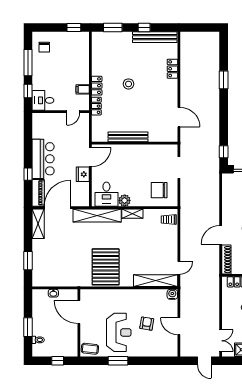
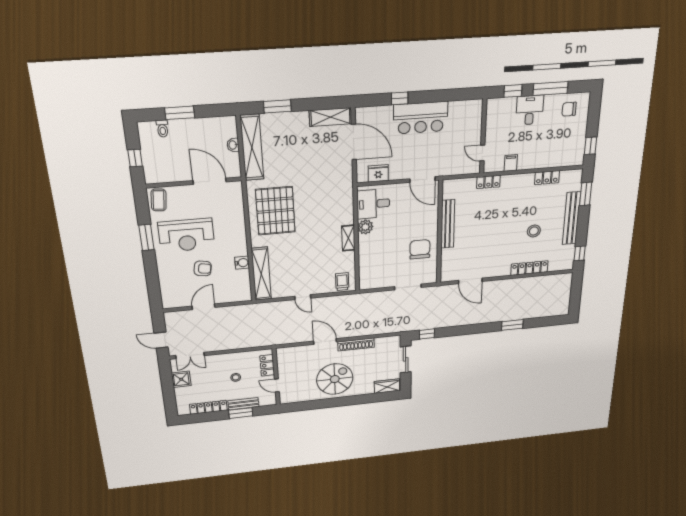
window: (144, 27) -> (580, 253), moved
bench: (155, 37) -> (572, 218), moved
locker: (173, 69) -> (529, 268), width x1.53
stool: (129, 84) -> (534, 231), moved
locker: (97, 86) -> (547, 178), moved
desk: (43, 100) -> (530, 110), moved
door: (179, 117) -> (470, 281), hinge flipped
fridge: (83, 174) -> (378, 173), moved
chair: (159, 190) -> (420, 249), moved
piano: (38, 193) -> (374, 114), removed
shelving: (97, 215) -> (252, 147), moved
shoe rack: (226, 260) -> (356, 344), moved
pallet: (106, 267) -> (275, 211), turned 90
door: (179, 268) -> (303, 297), moved
water cooler: (172, 294) -> (242, 263), moved
door: (79, 312) -> (210, 181), hinge flipped
door: (204, 361) -> (161, 340), hinge flipped

